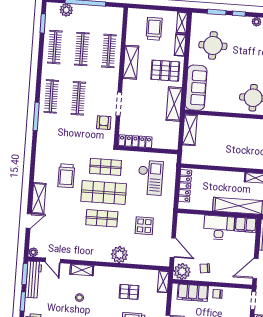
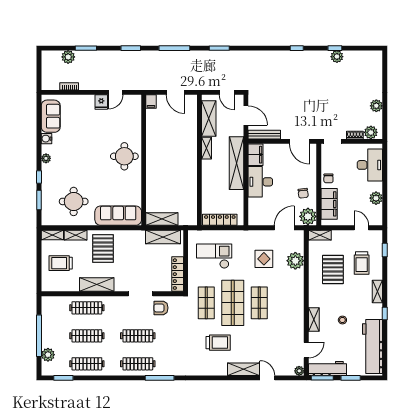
shelving: (174, 104) -> (163, 237), moved
plant: (119, 255) -> (295, 261), moved
pallet: (129, 292) -> (333, 269), width x1.50, depth x1.42

